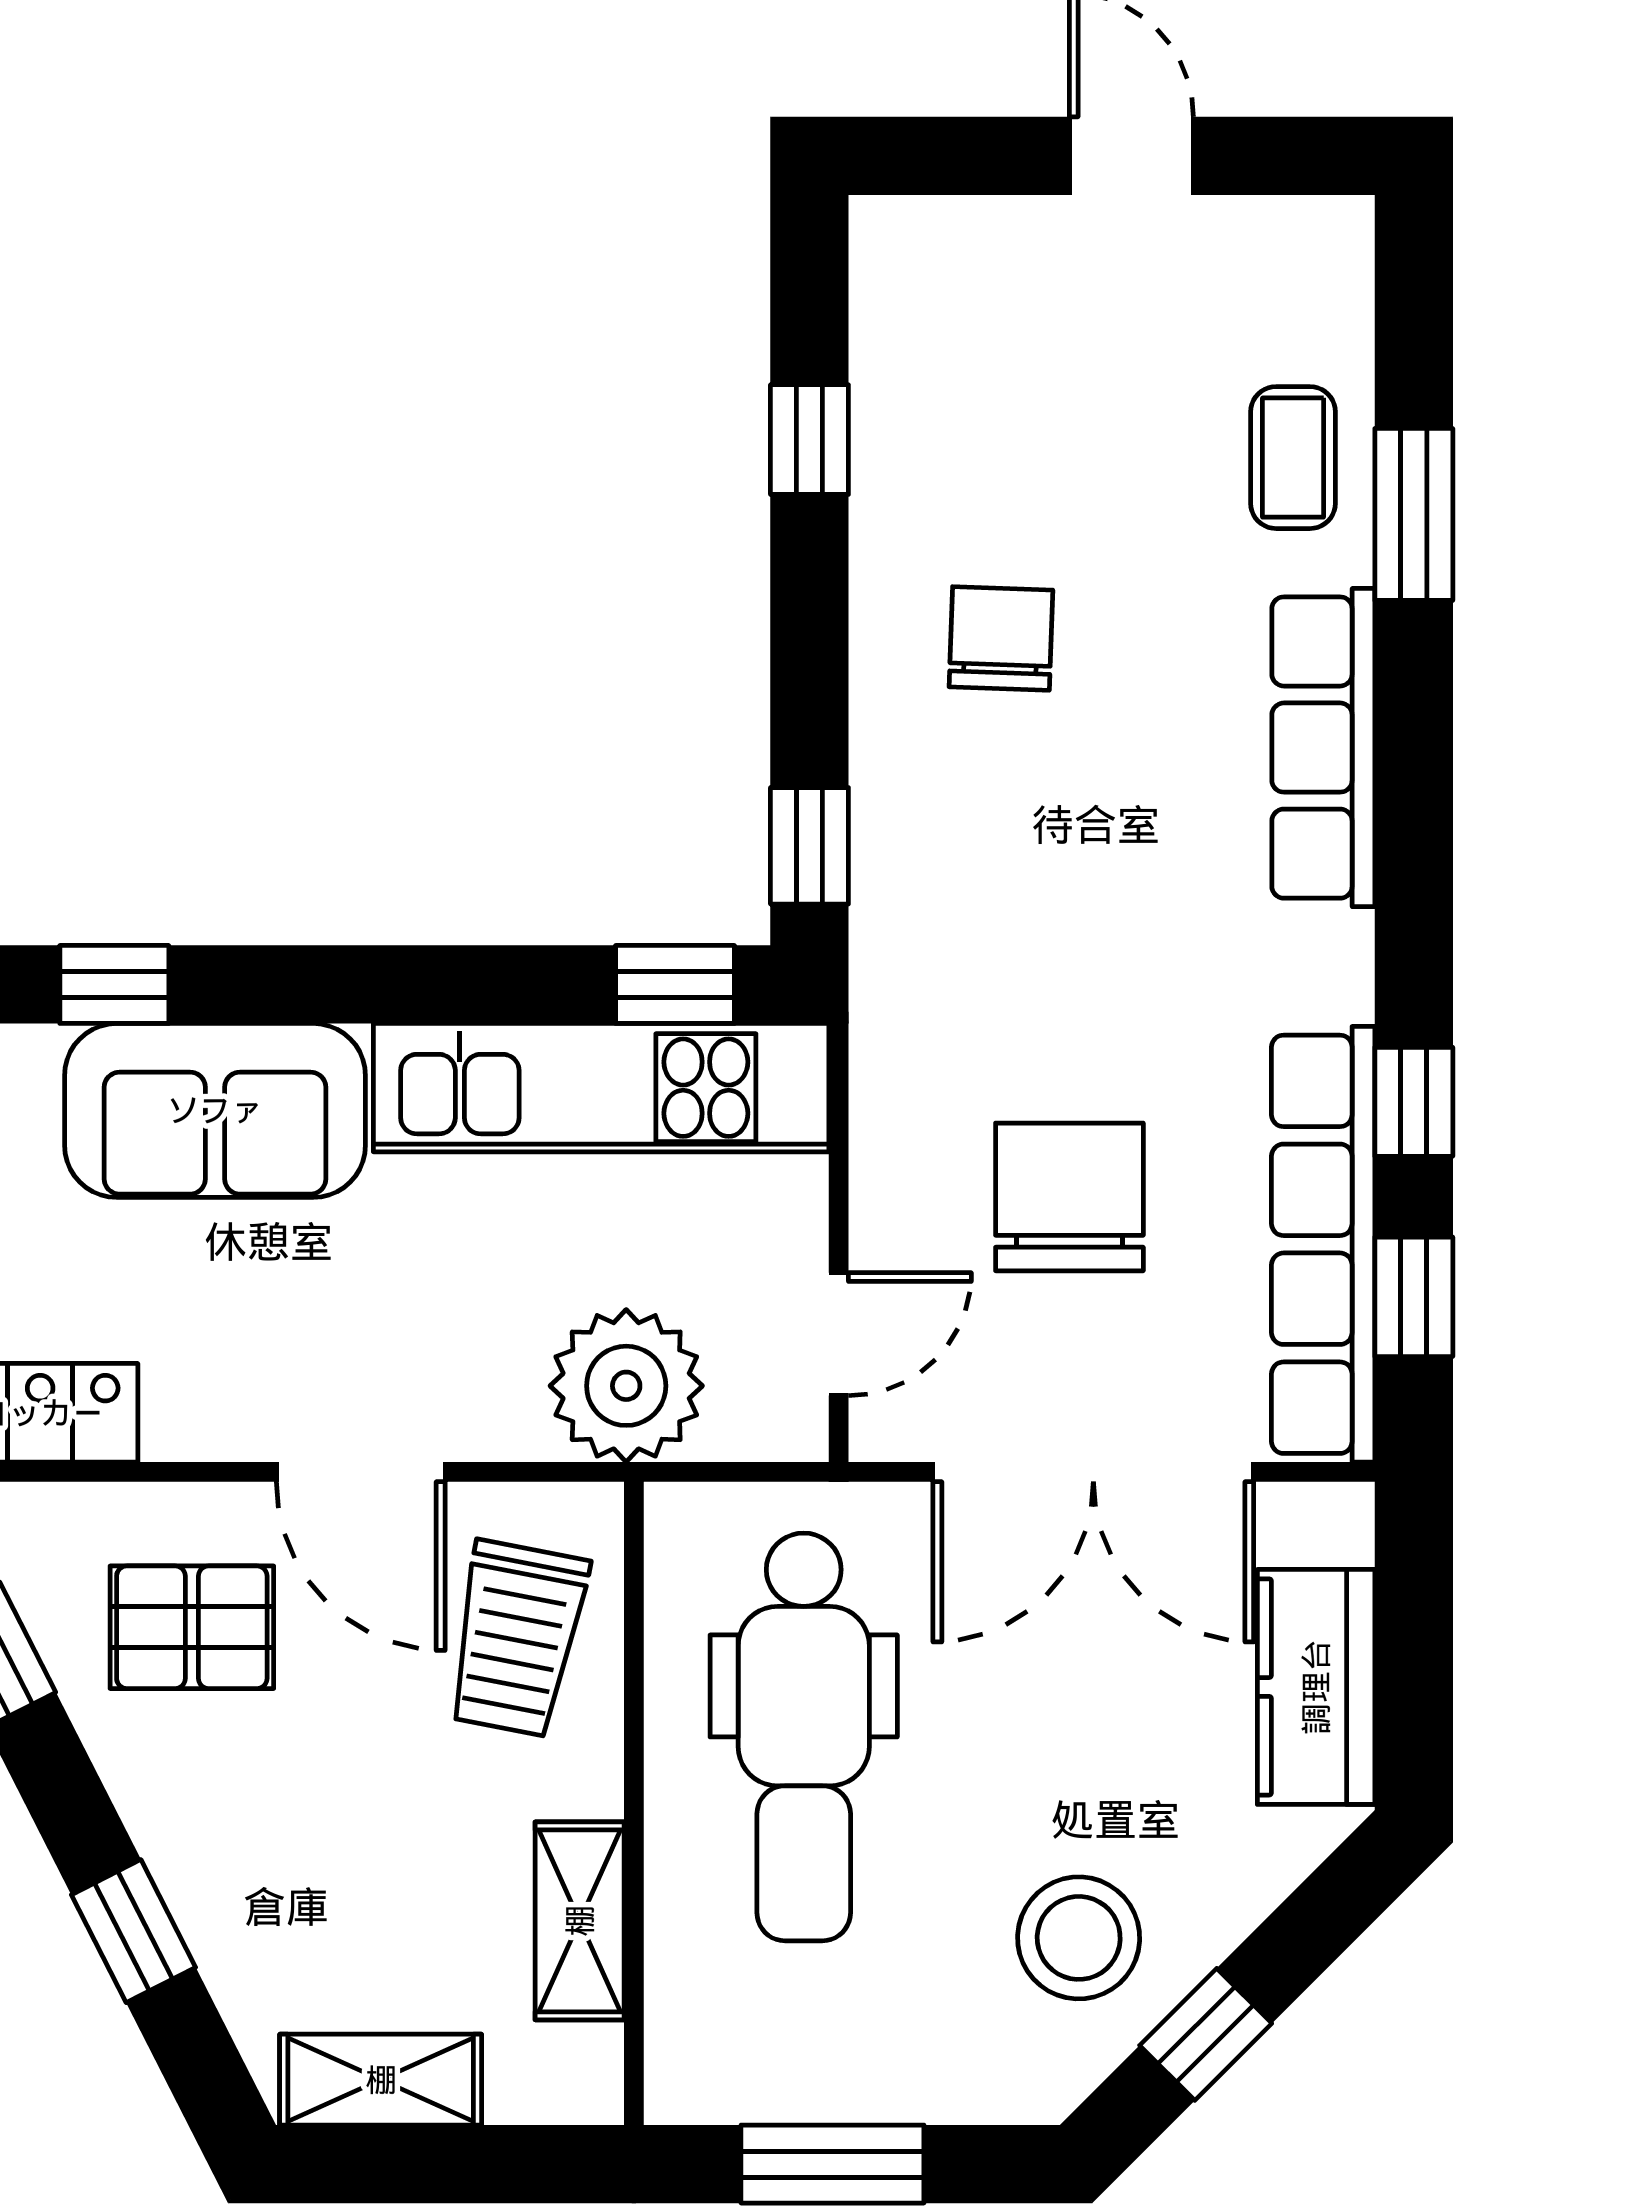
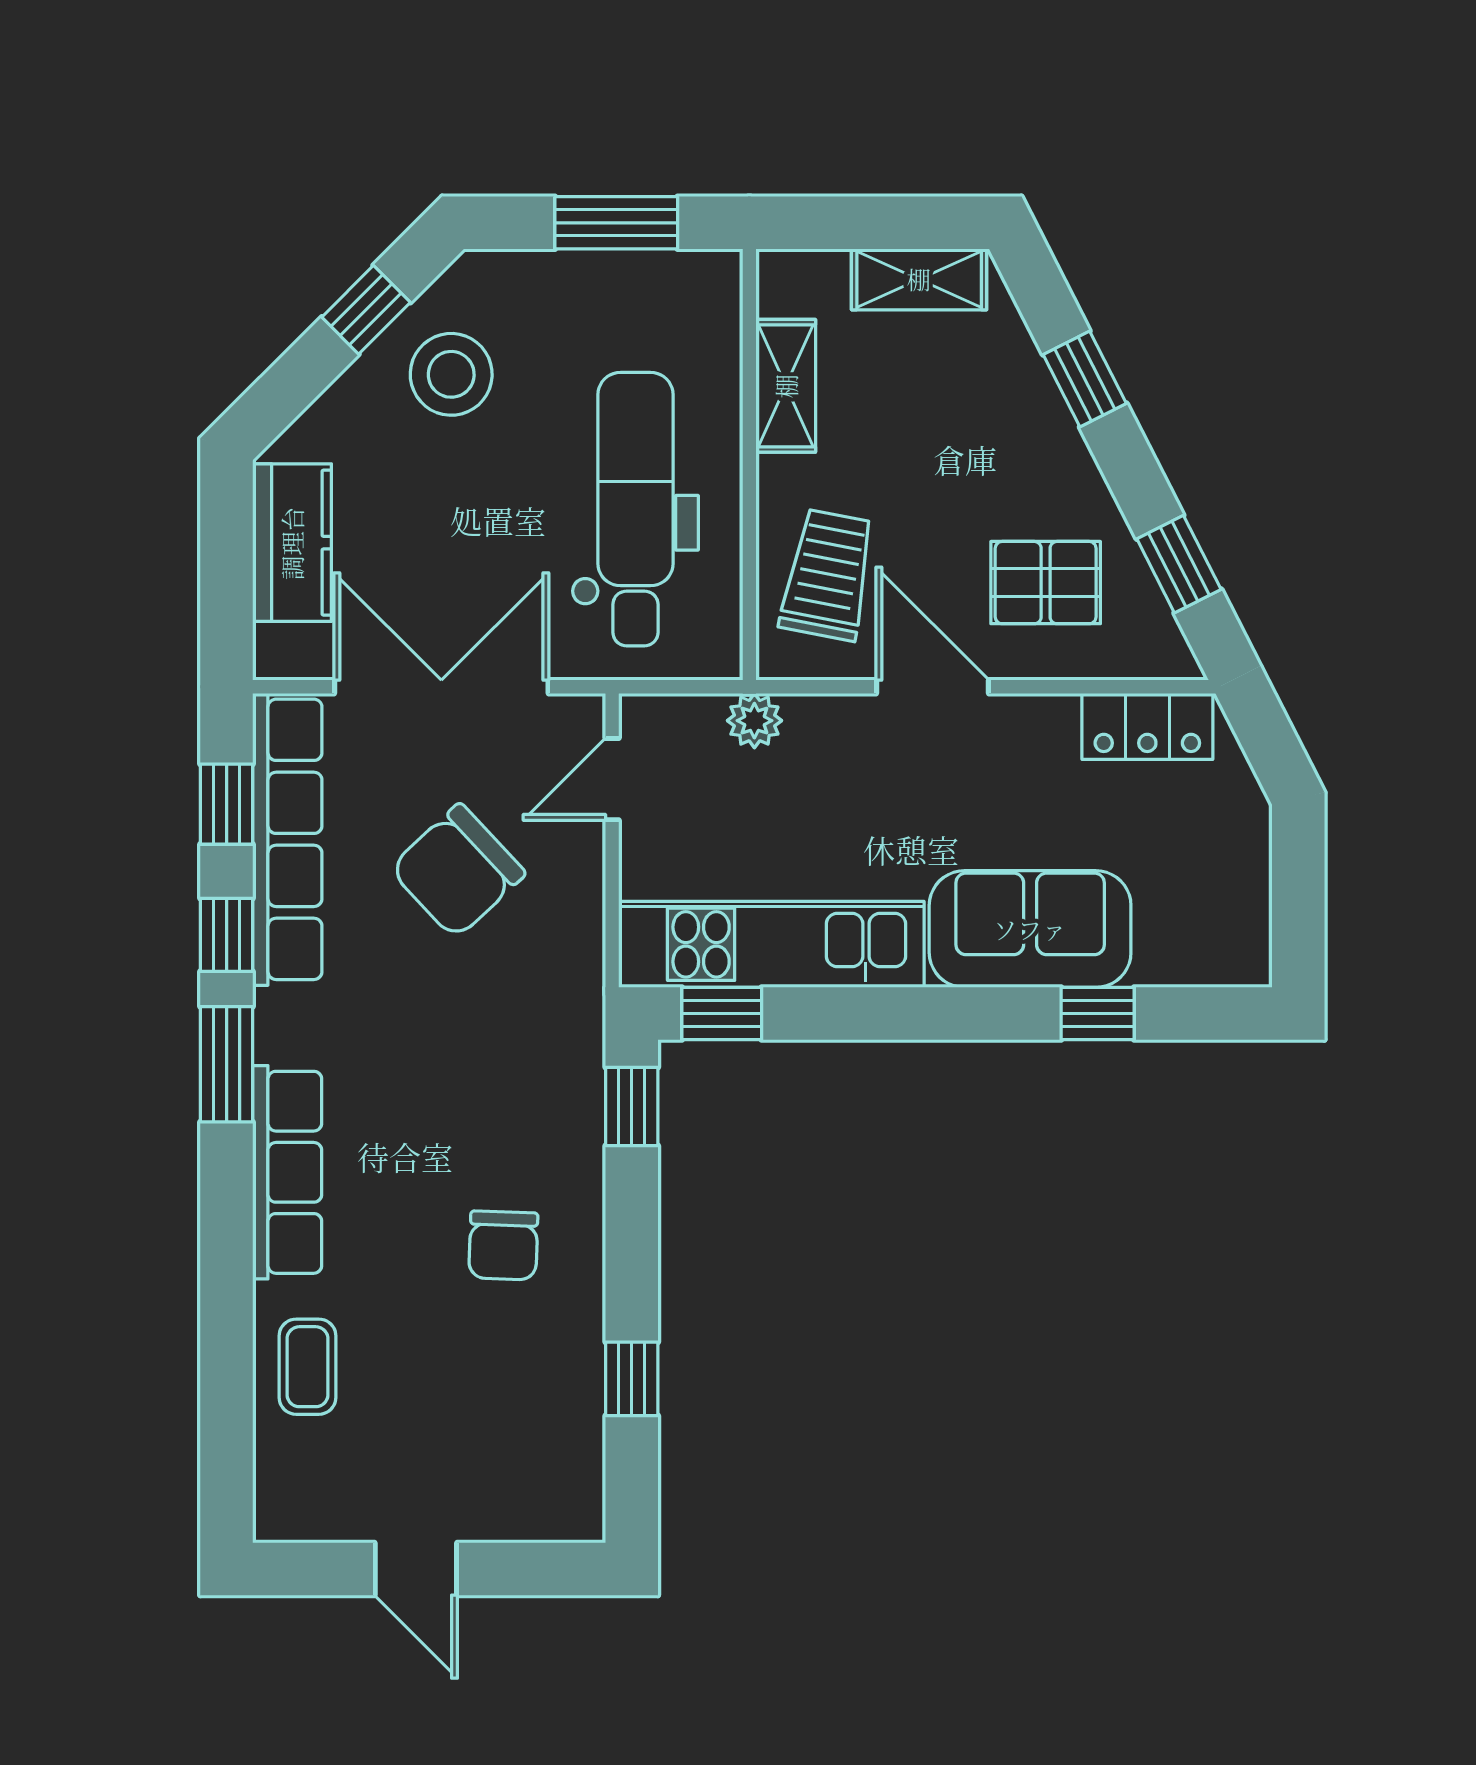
window: (1414, 514) -> (227, 1064), moved
chair: (1069, 1197) -> (457, 871), turned 47
plant: (626, 1386) -> (754, 721), width x0.53, depth x0.53

